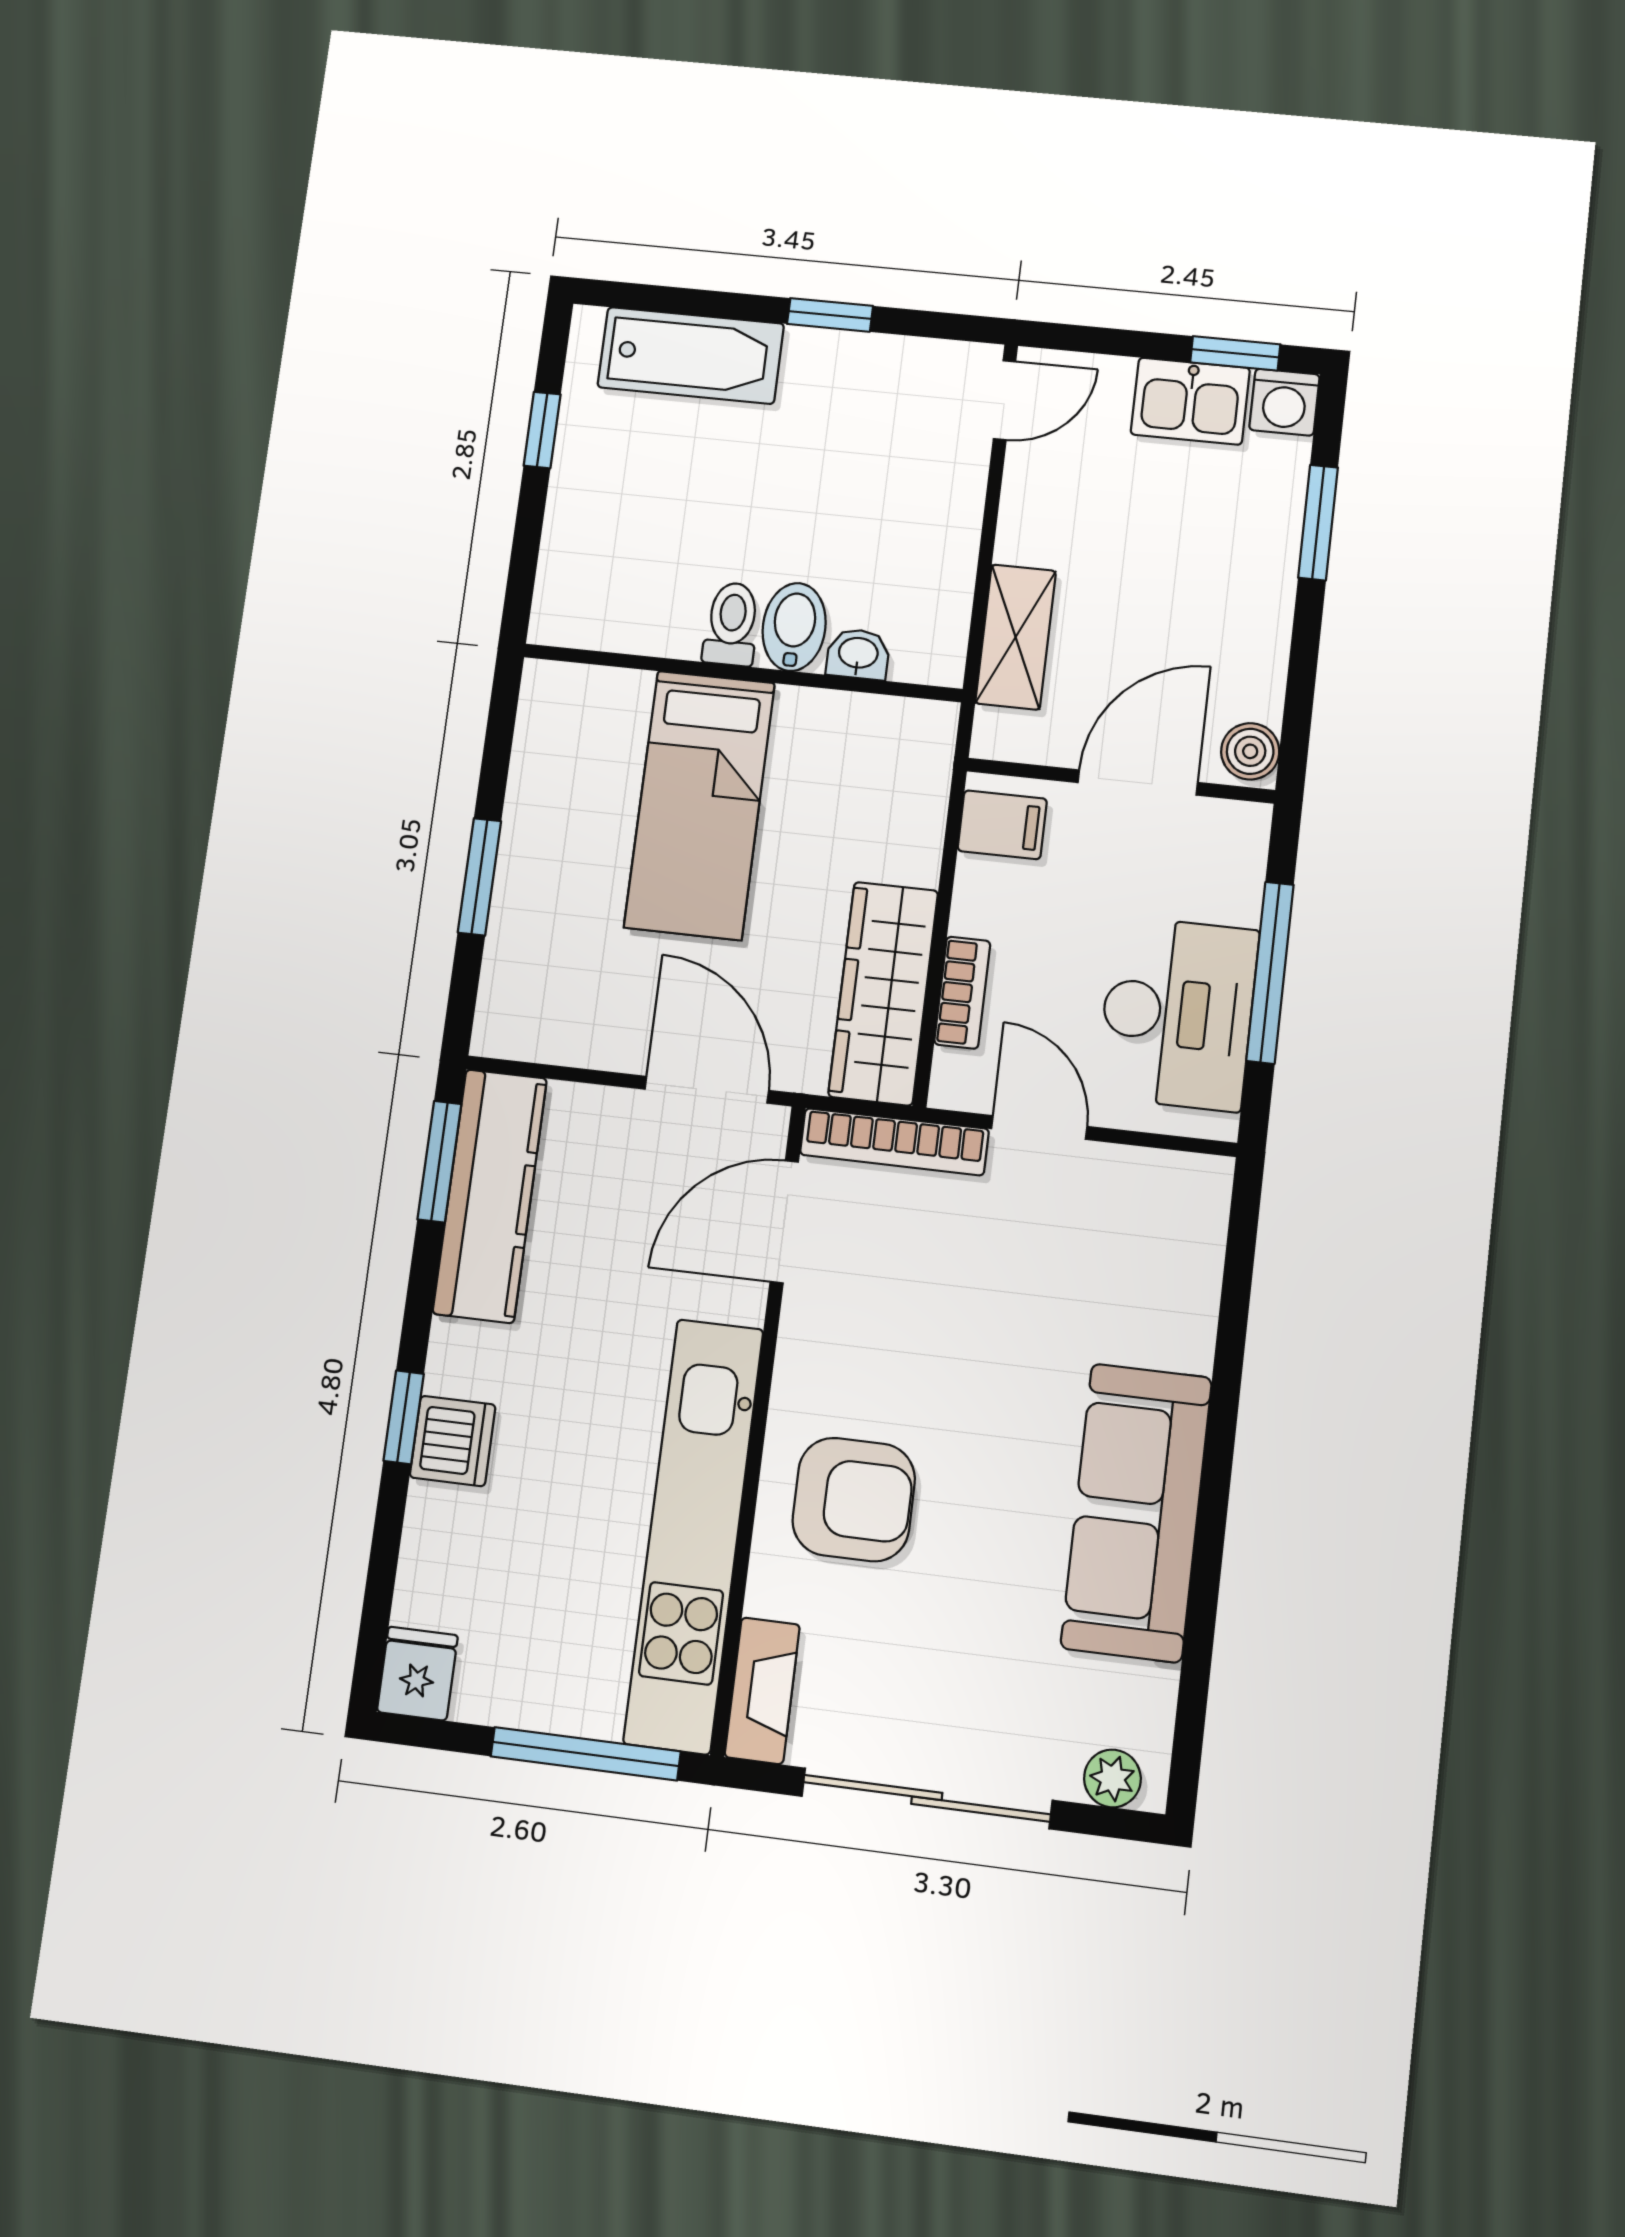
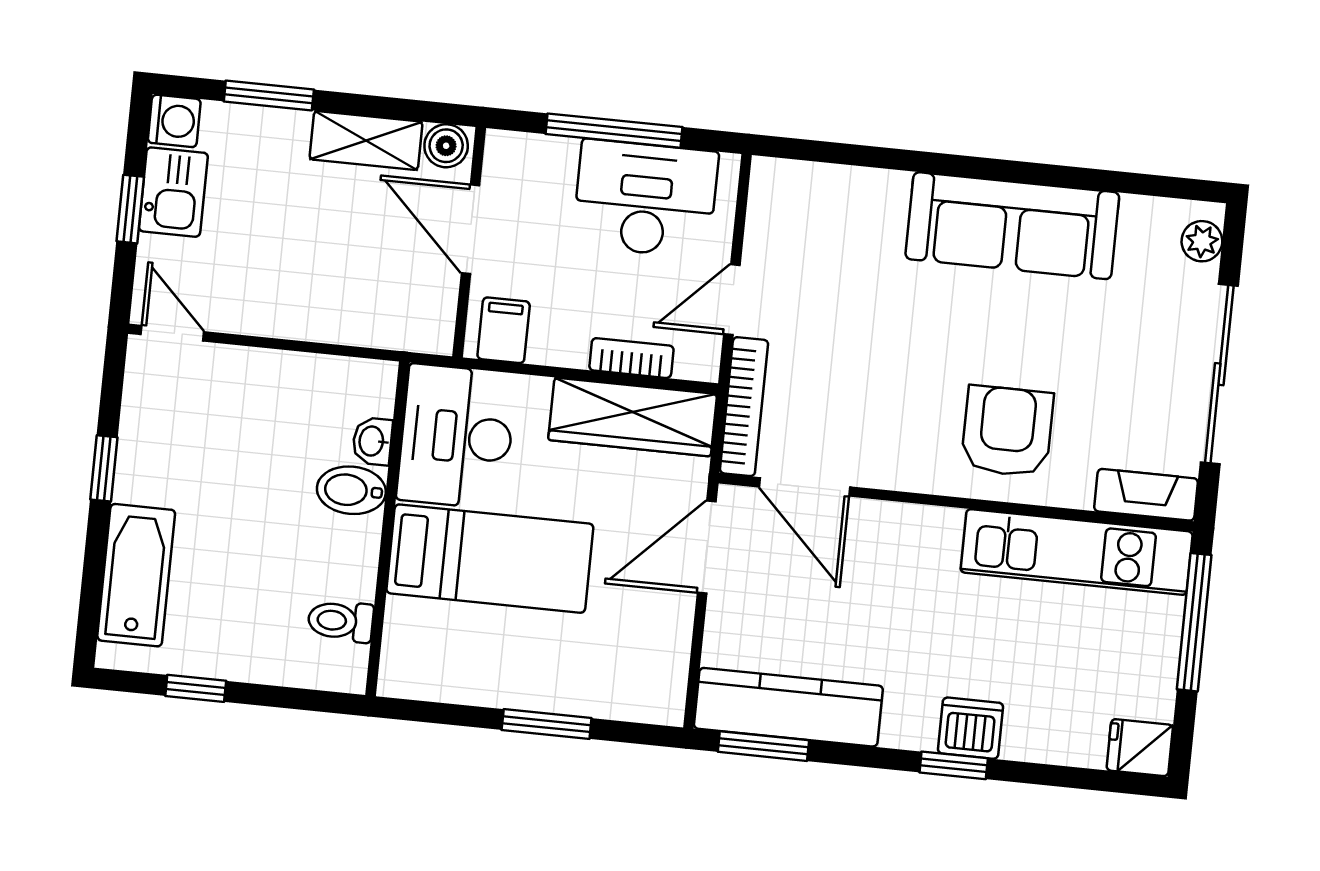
window: (1235, 353) -> (130, 209), moved
toilet: (732, 624) -> (341, 621), moved
shelving: (1016, 637) -> (366, 141), moved
desk: (862, 763) -> (456, 437), added
kitchen unit: (694, 1535) -> (1077, 552), width x0.73

